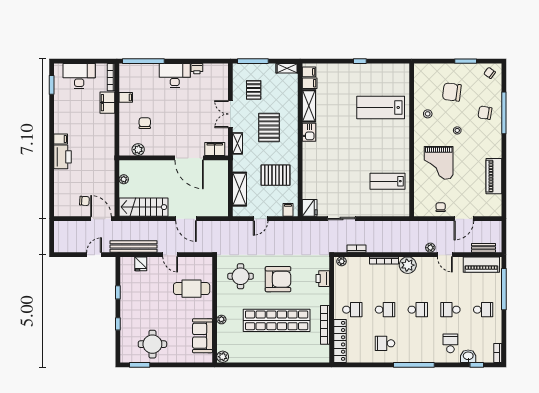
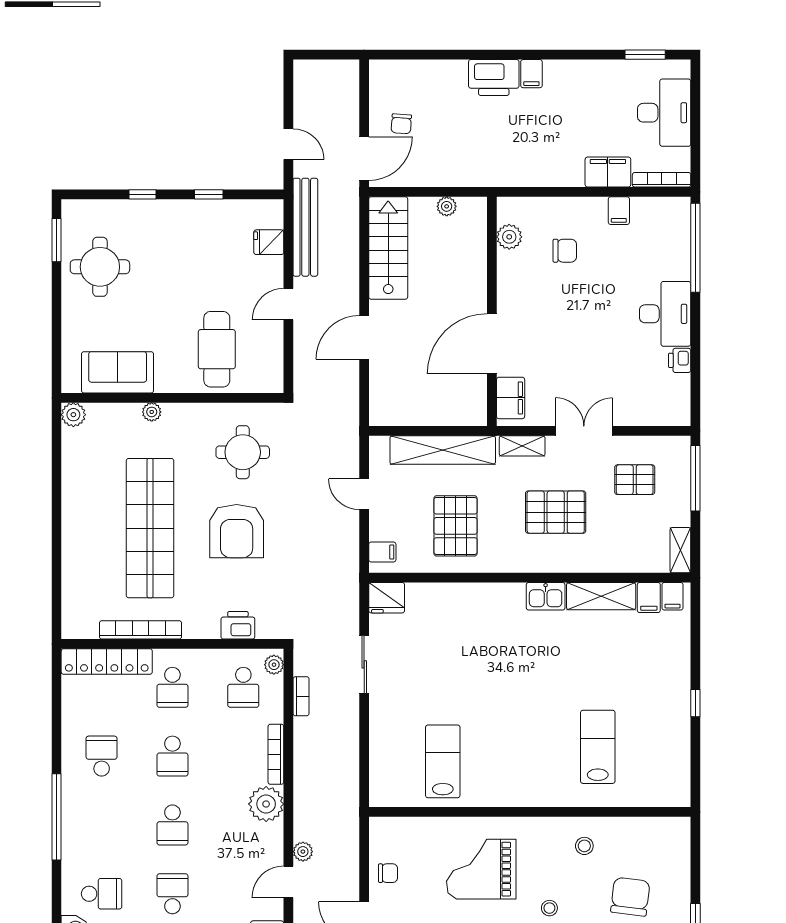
lab bench: (381, 107) -> (598, 747), width x0.73, depth x0.72
shelving: (240, 189) -> (443, 450), width x1.47
school desk: (352, 276) -> (243, 687), added

